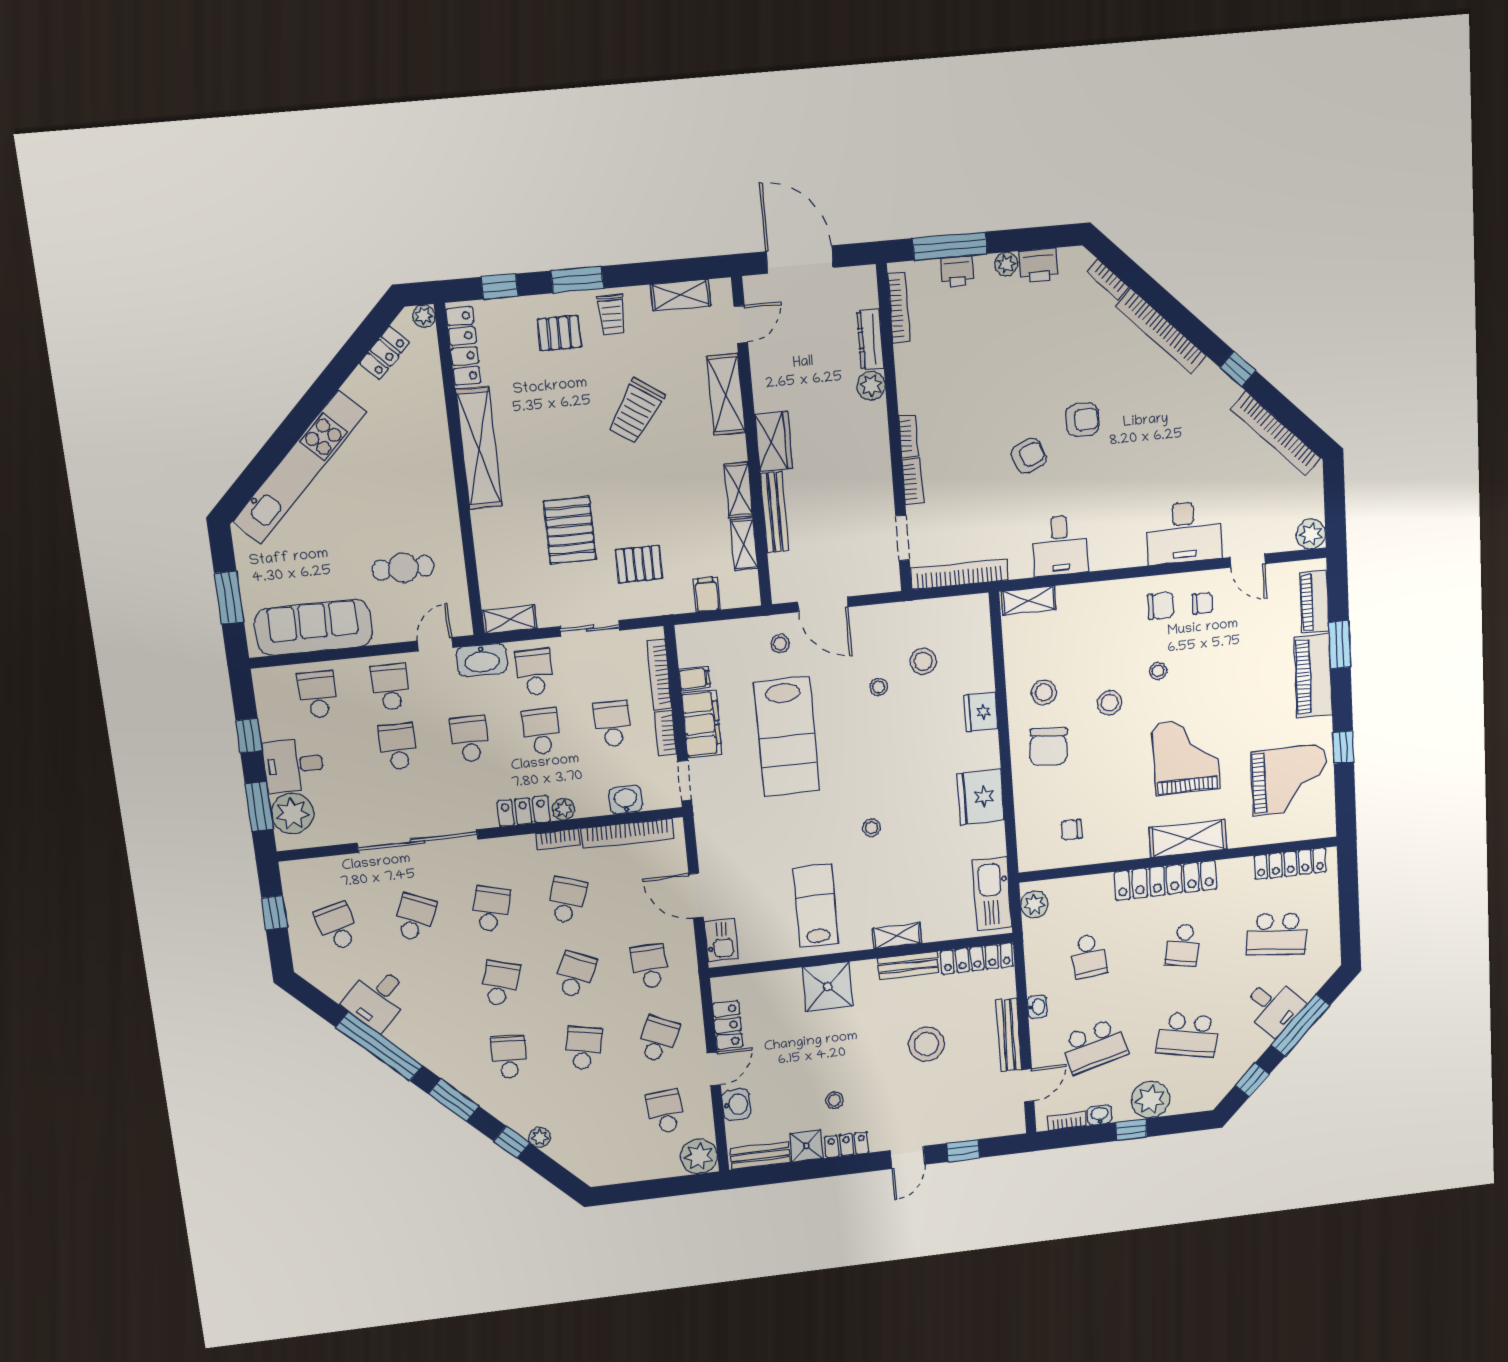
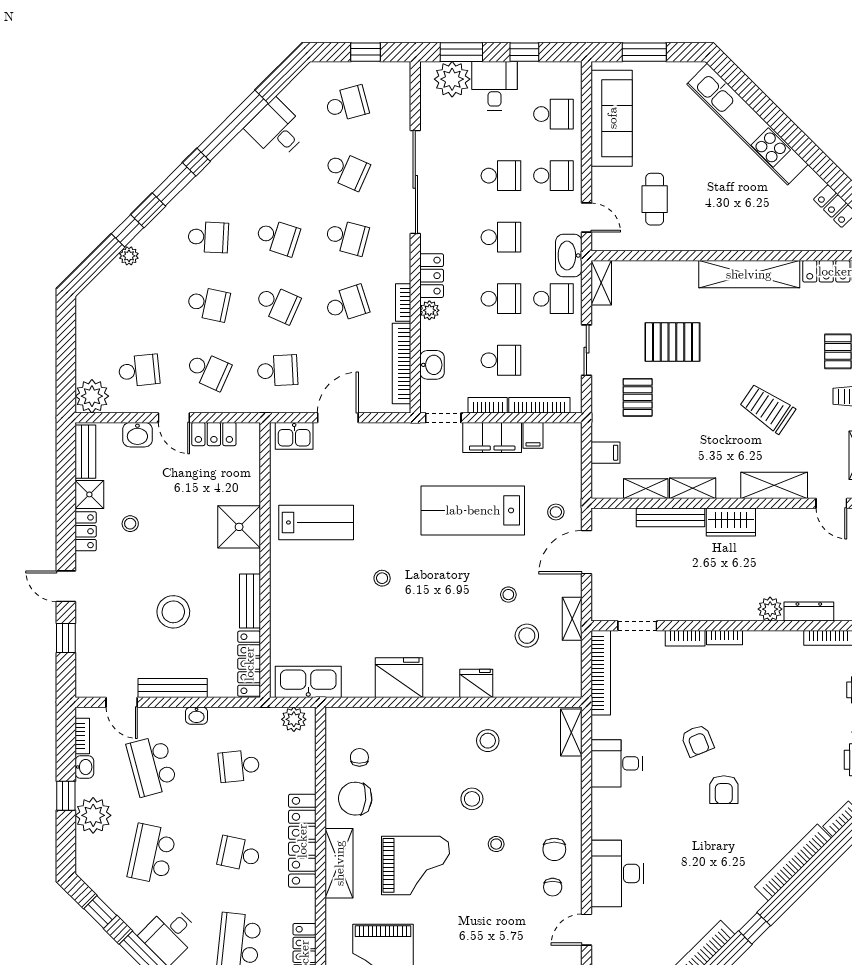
chair: (1048, 747) -> (355, 799), moved
school desk: (567, 900) -> (347, 304), turned -36
shelving: (897, 936) -> (572, 619), moved

